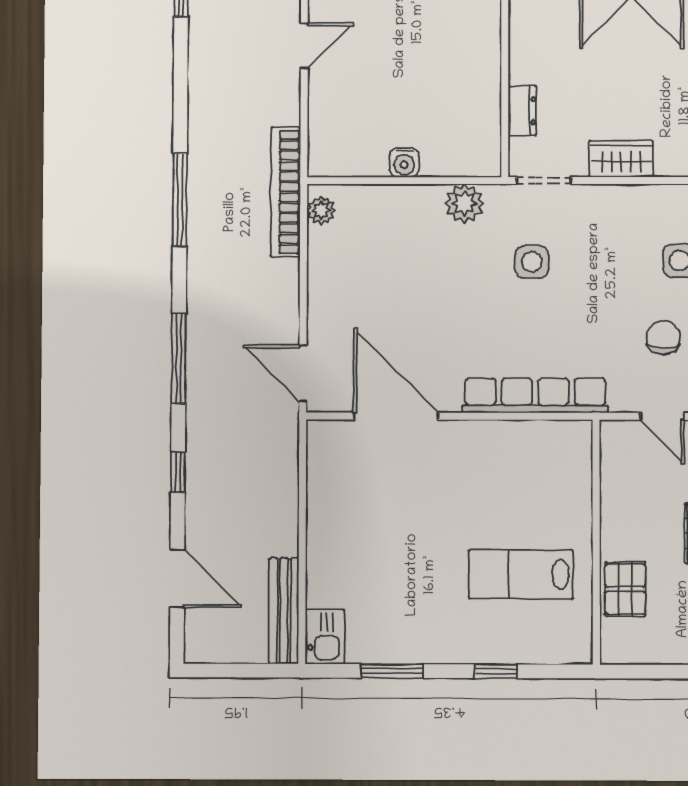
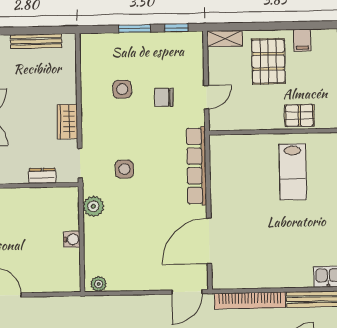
bookcase: (286, 192) -> (250, 300), moved

